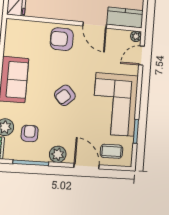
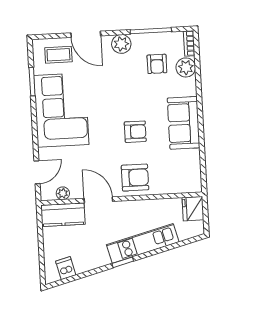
plant: (136, 36) -> (63, 193), moved
armchair: (65, 95) -> (135, 132), moved, turned 42

